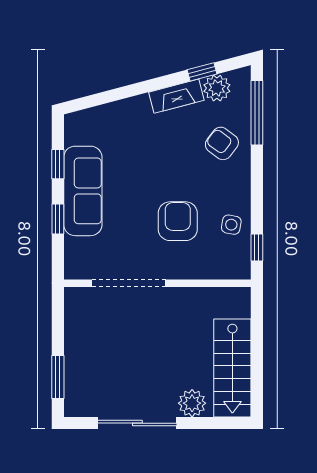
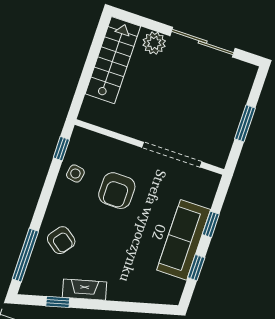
plant: (217, 88) -> (50, 285), removed
window: (58, 377) -> (245, 123), moved

